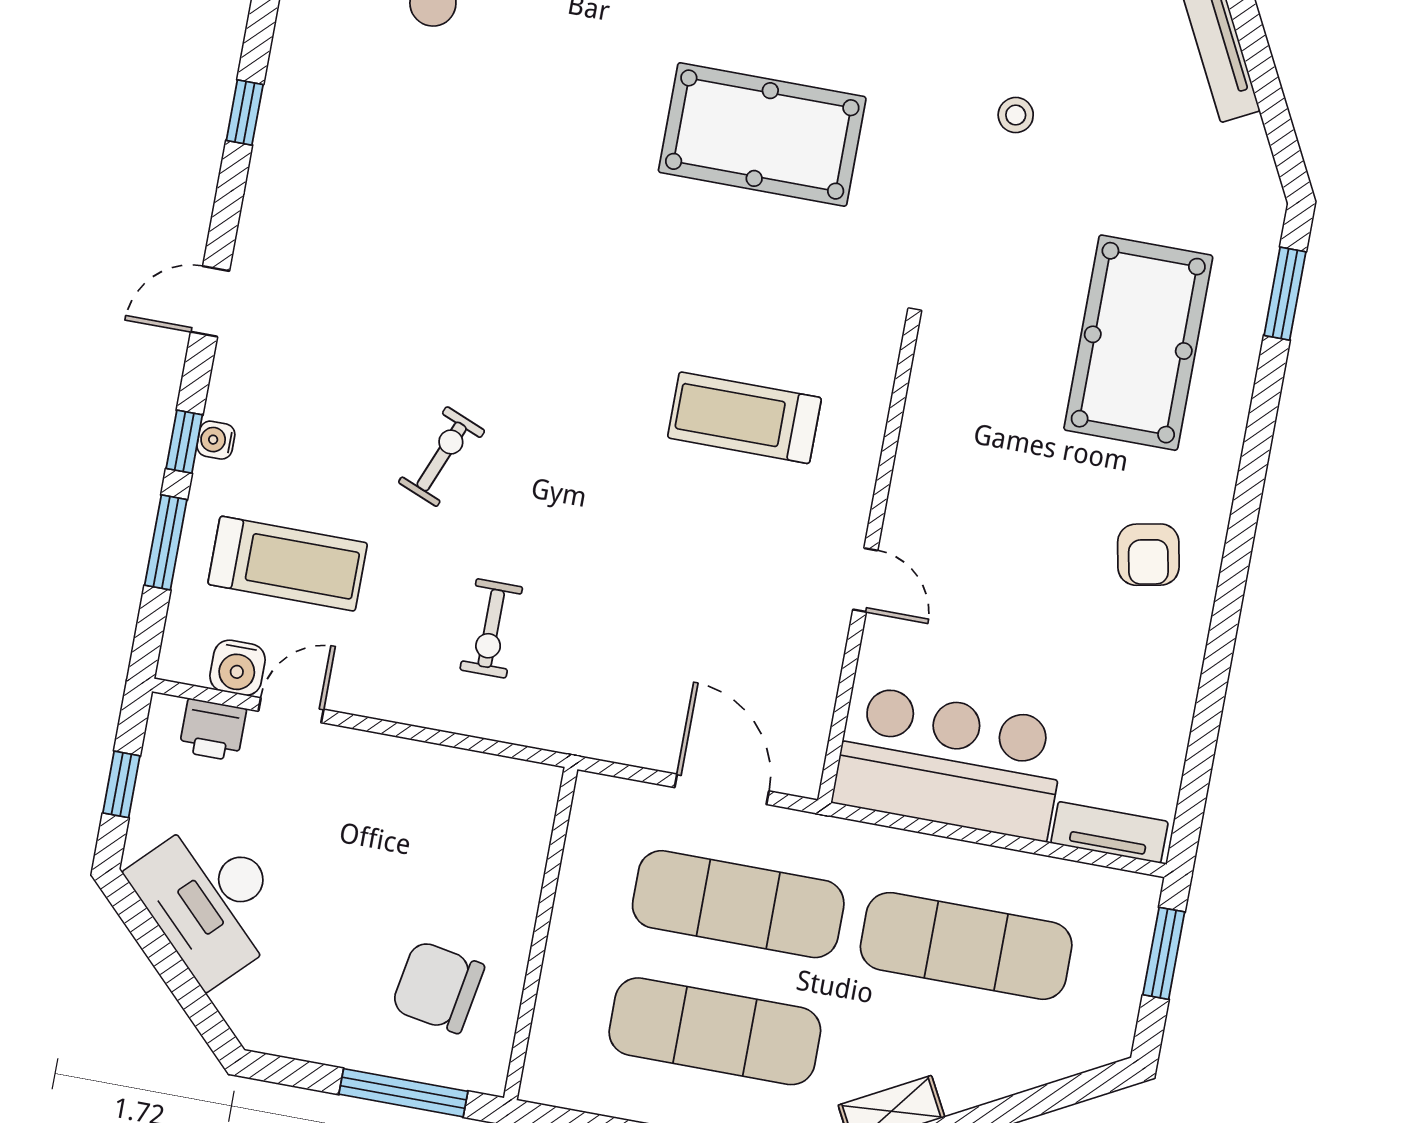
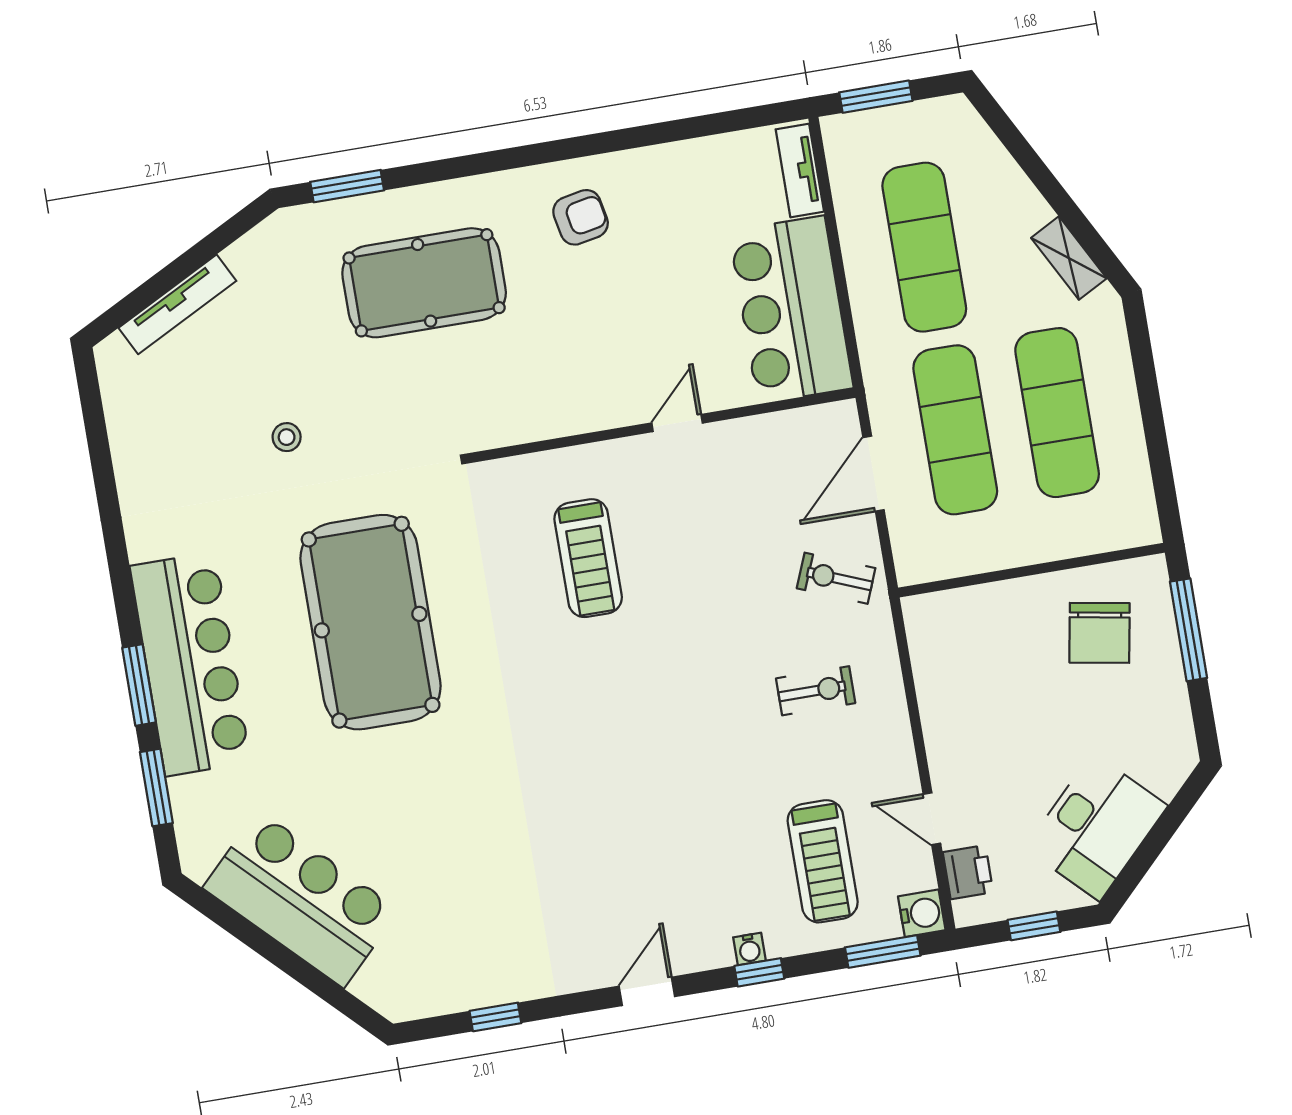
pool table: (762, 135) -> (371, 622), width x1.36, depth x1.32
door: (210, 301) -> (647, 991), swing flipped
exercise bike: (442, 457) -> (836, 578), moved
window: (166, 542) -> (883, 951), moved
treadmill: (288, 564) -> (823, 861), turned 180
water cooler: (238, 668) -> (922, 913), moved

